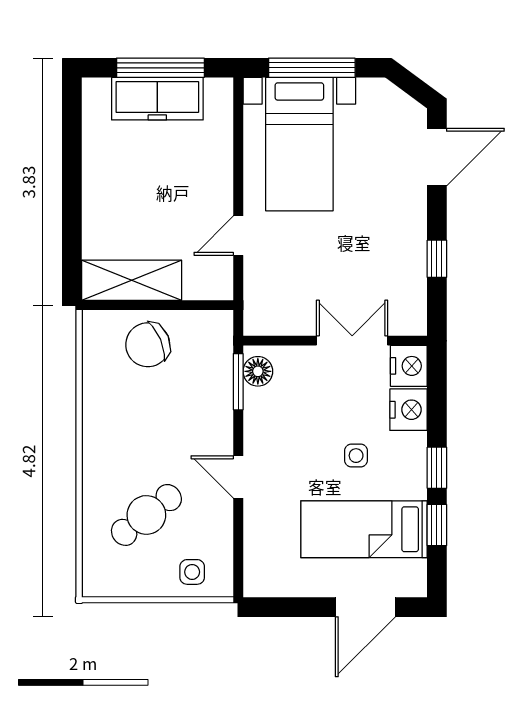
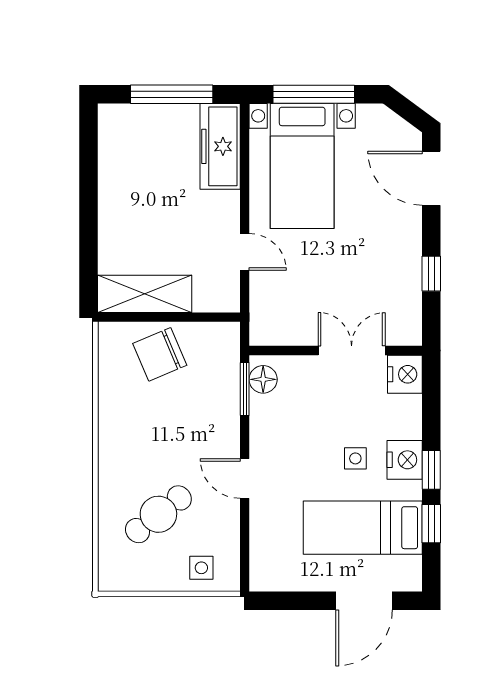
freezer: (157, 99) -> (220, 146), moved, turned 90
door: (437, 157) -> (431, 178), swing flipped
door: (238, 236) -> (245, 252), swing flipped
nightstand: (409, 410) -> (405, 460), moved

